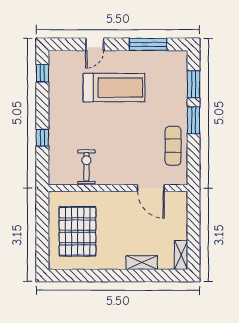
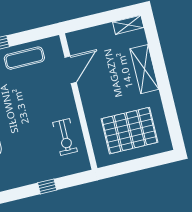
exercise bike: (86, 167) -> (65, 137), turned -90
shelving: (142, 263) -> (144, 69), width x1.50, depth x1.33

